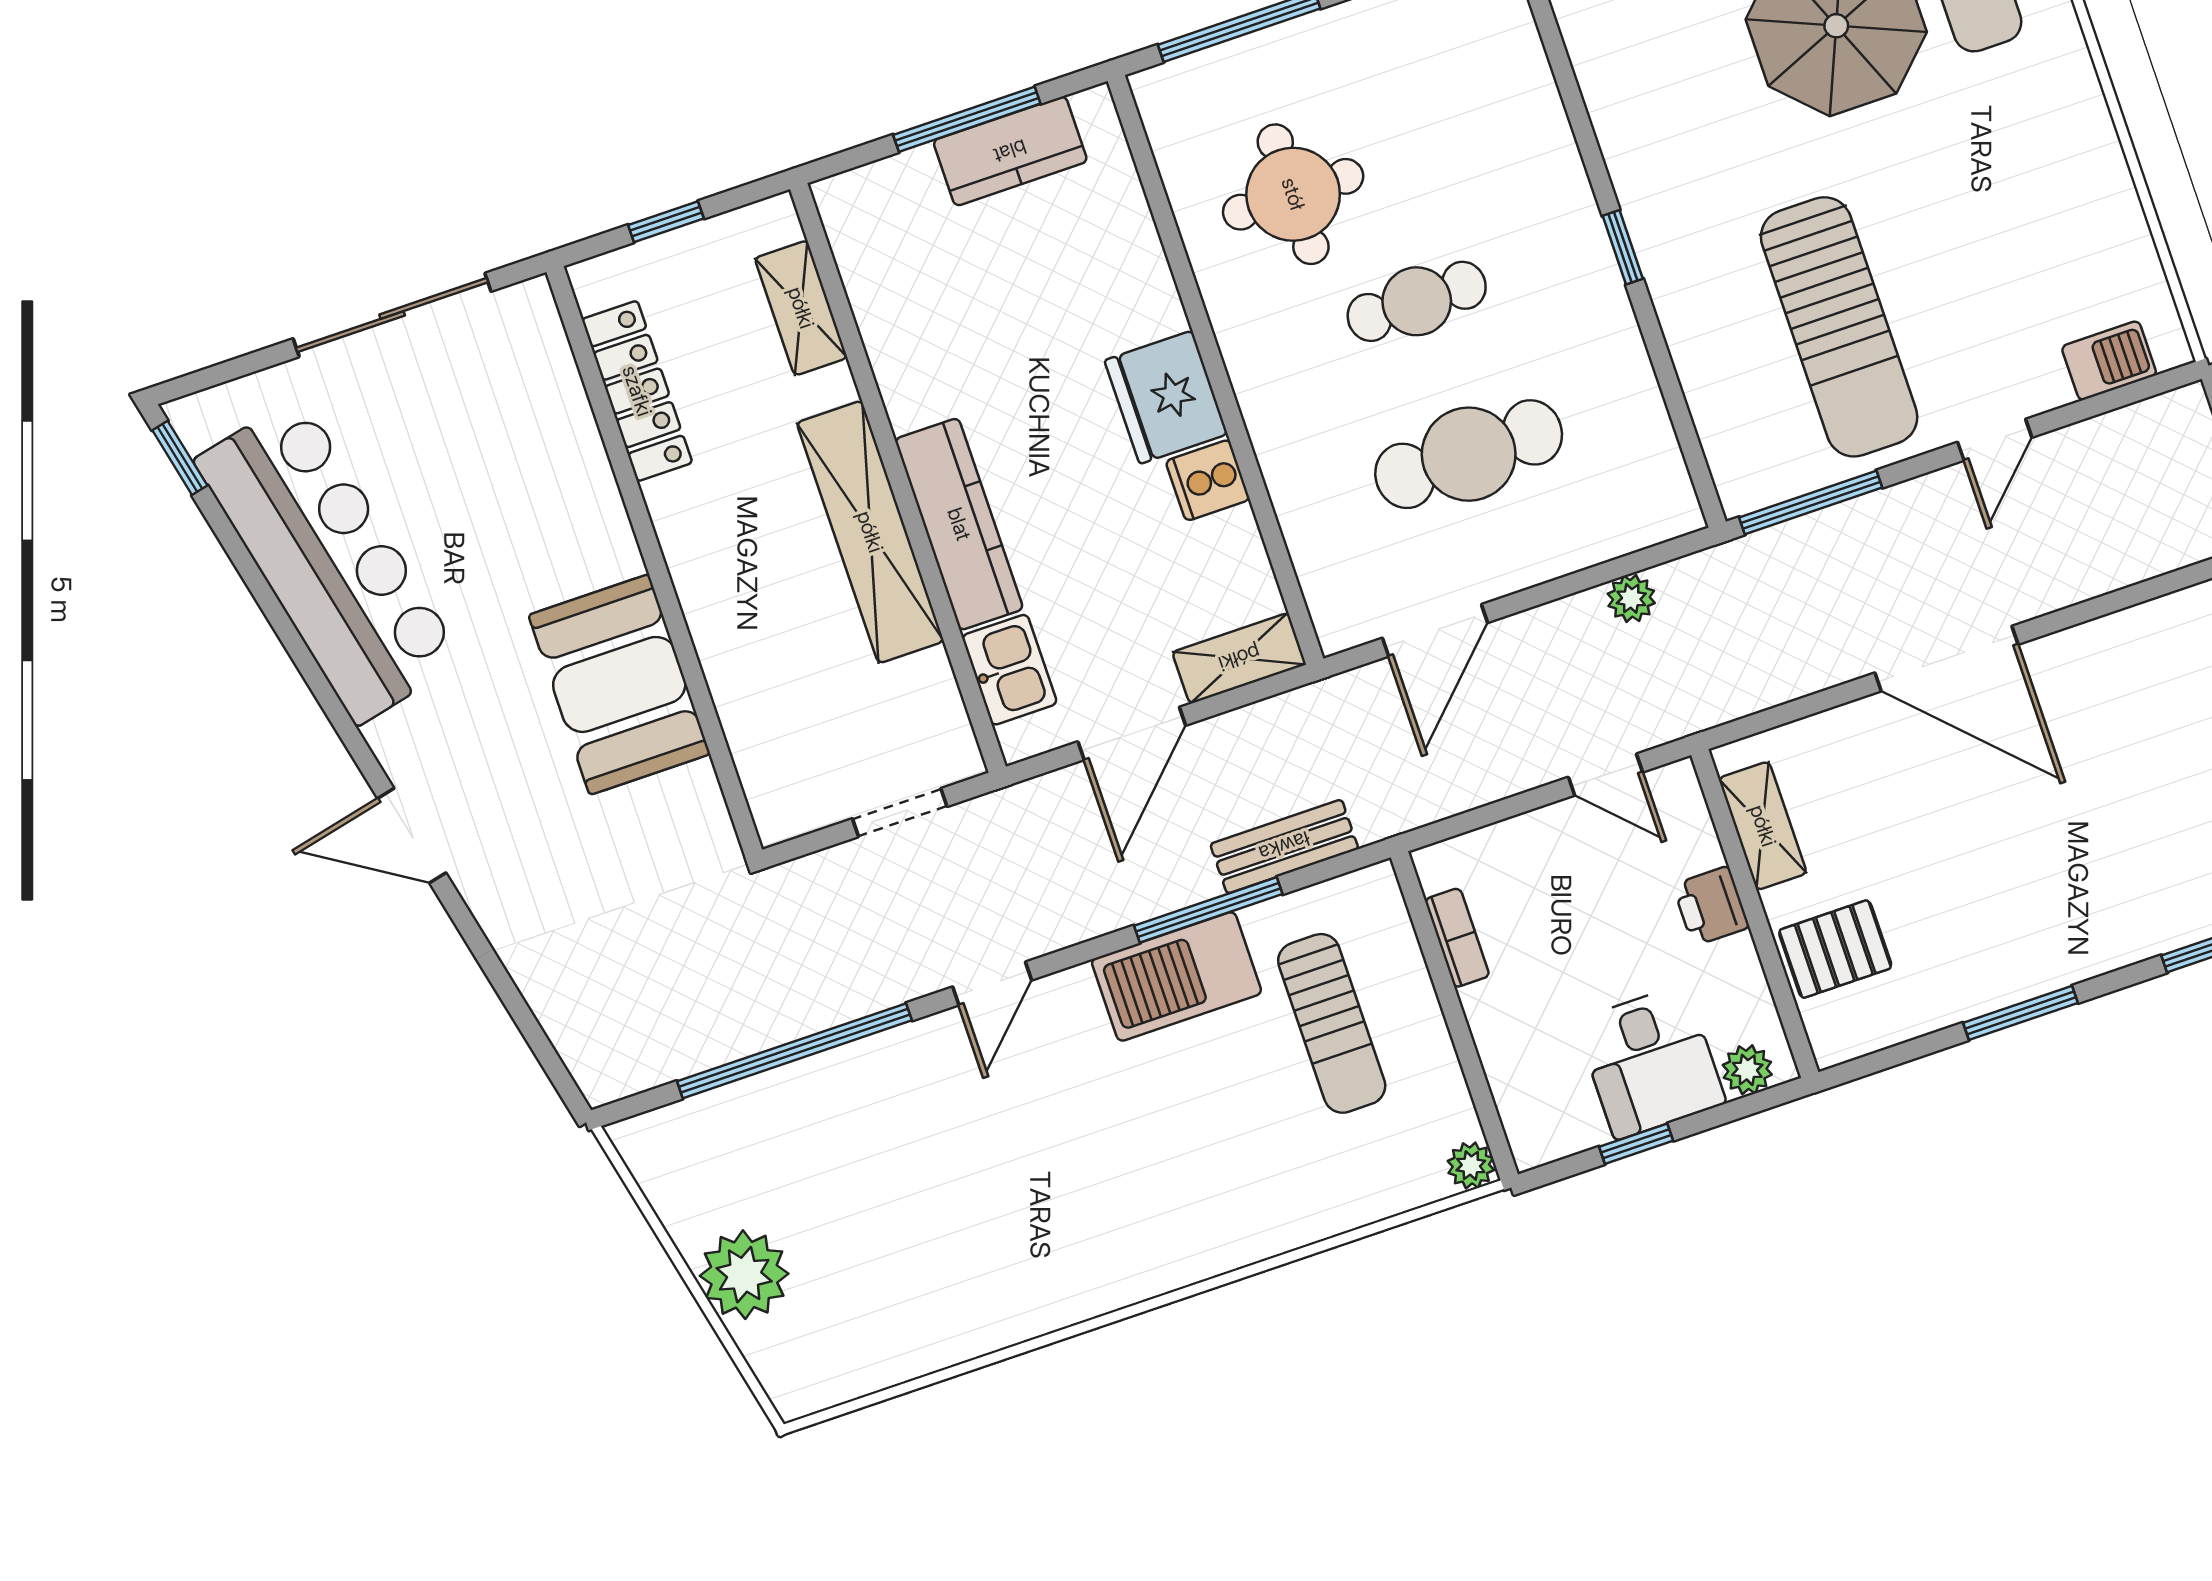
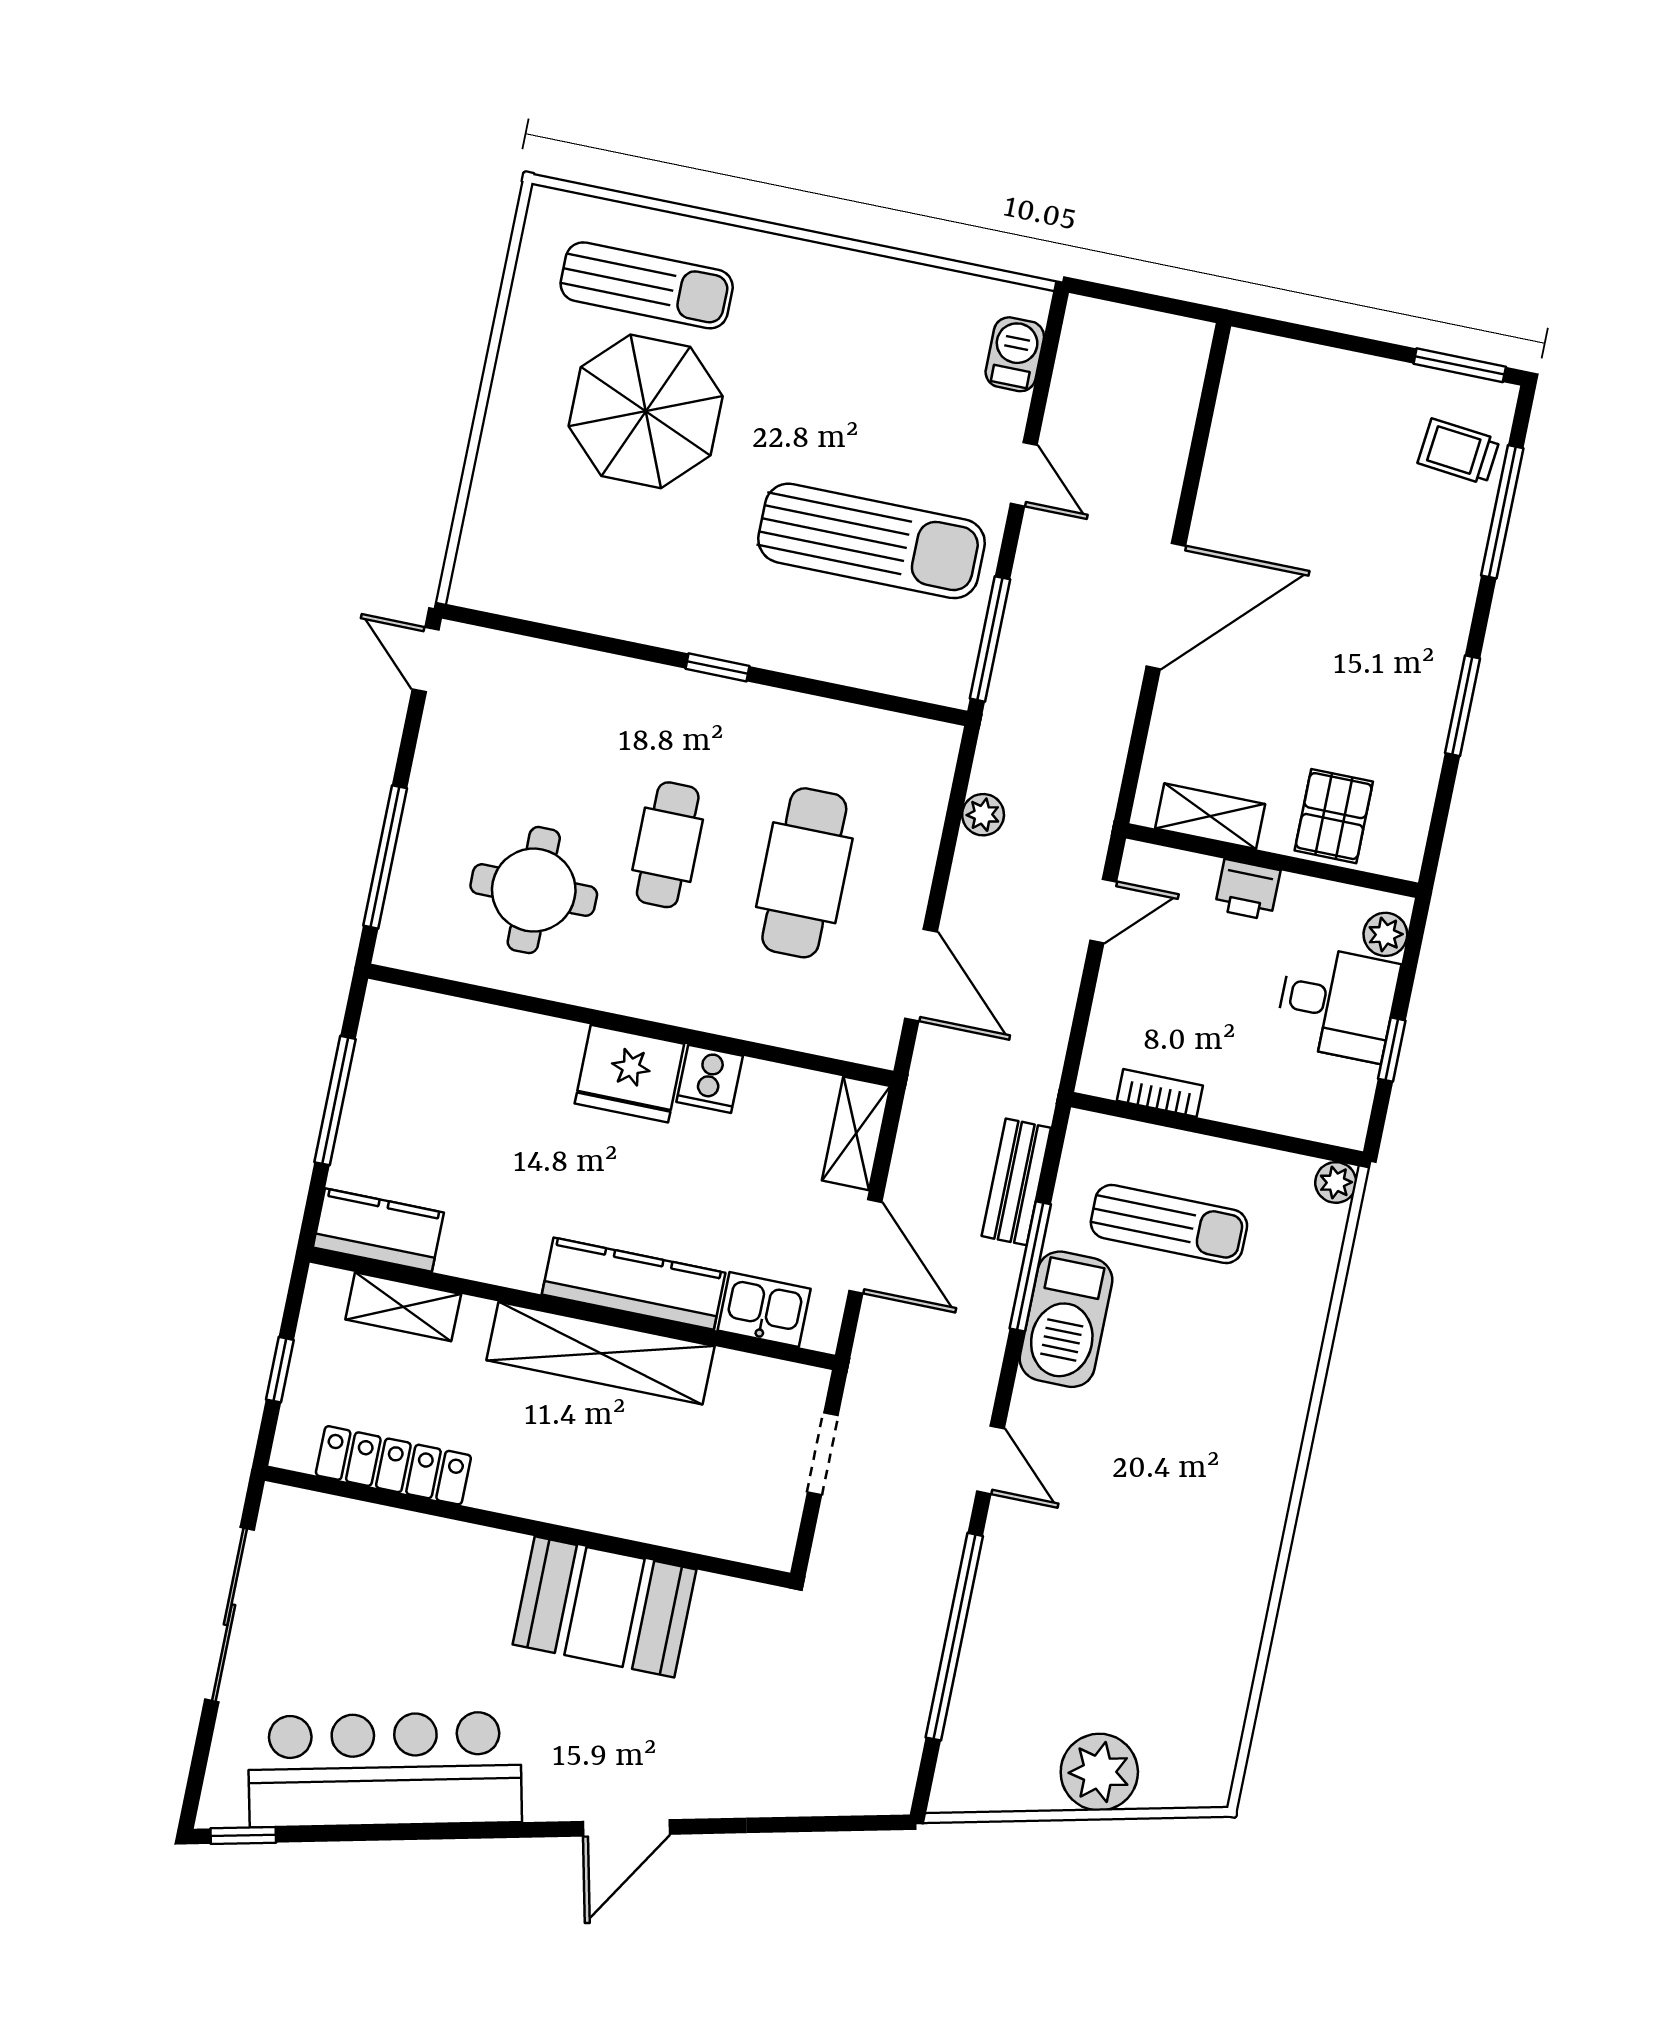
kitchen counter: (1010, 151) -> (378, 1230), moved, turned -90

